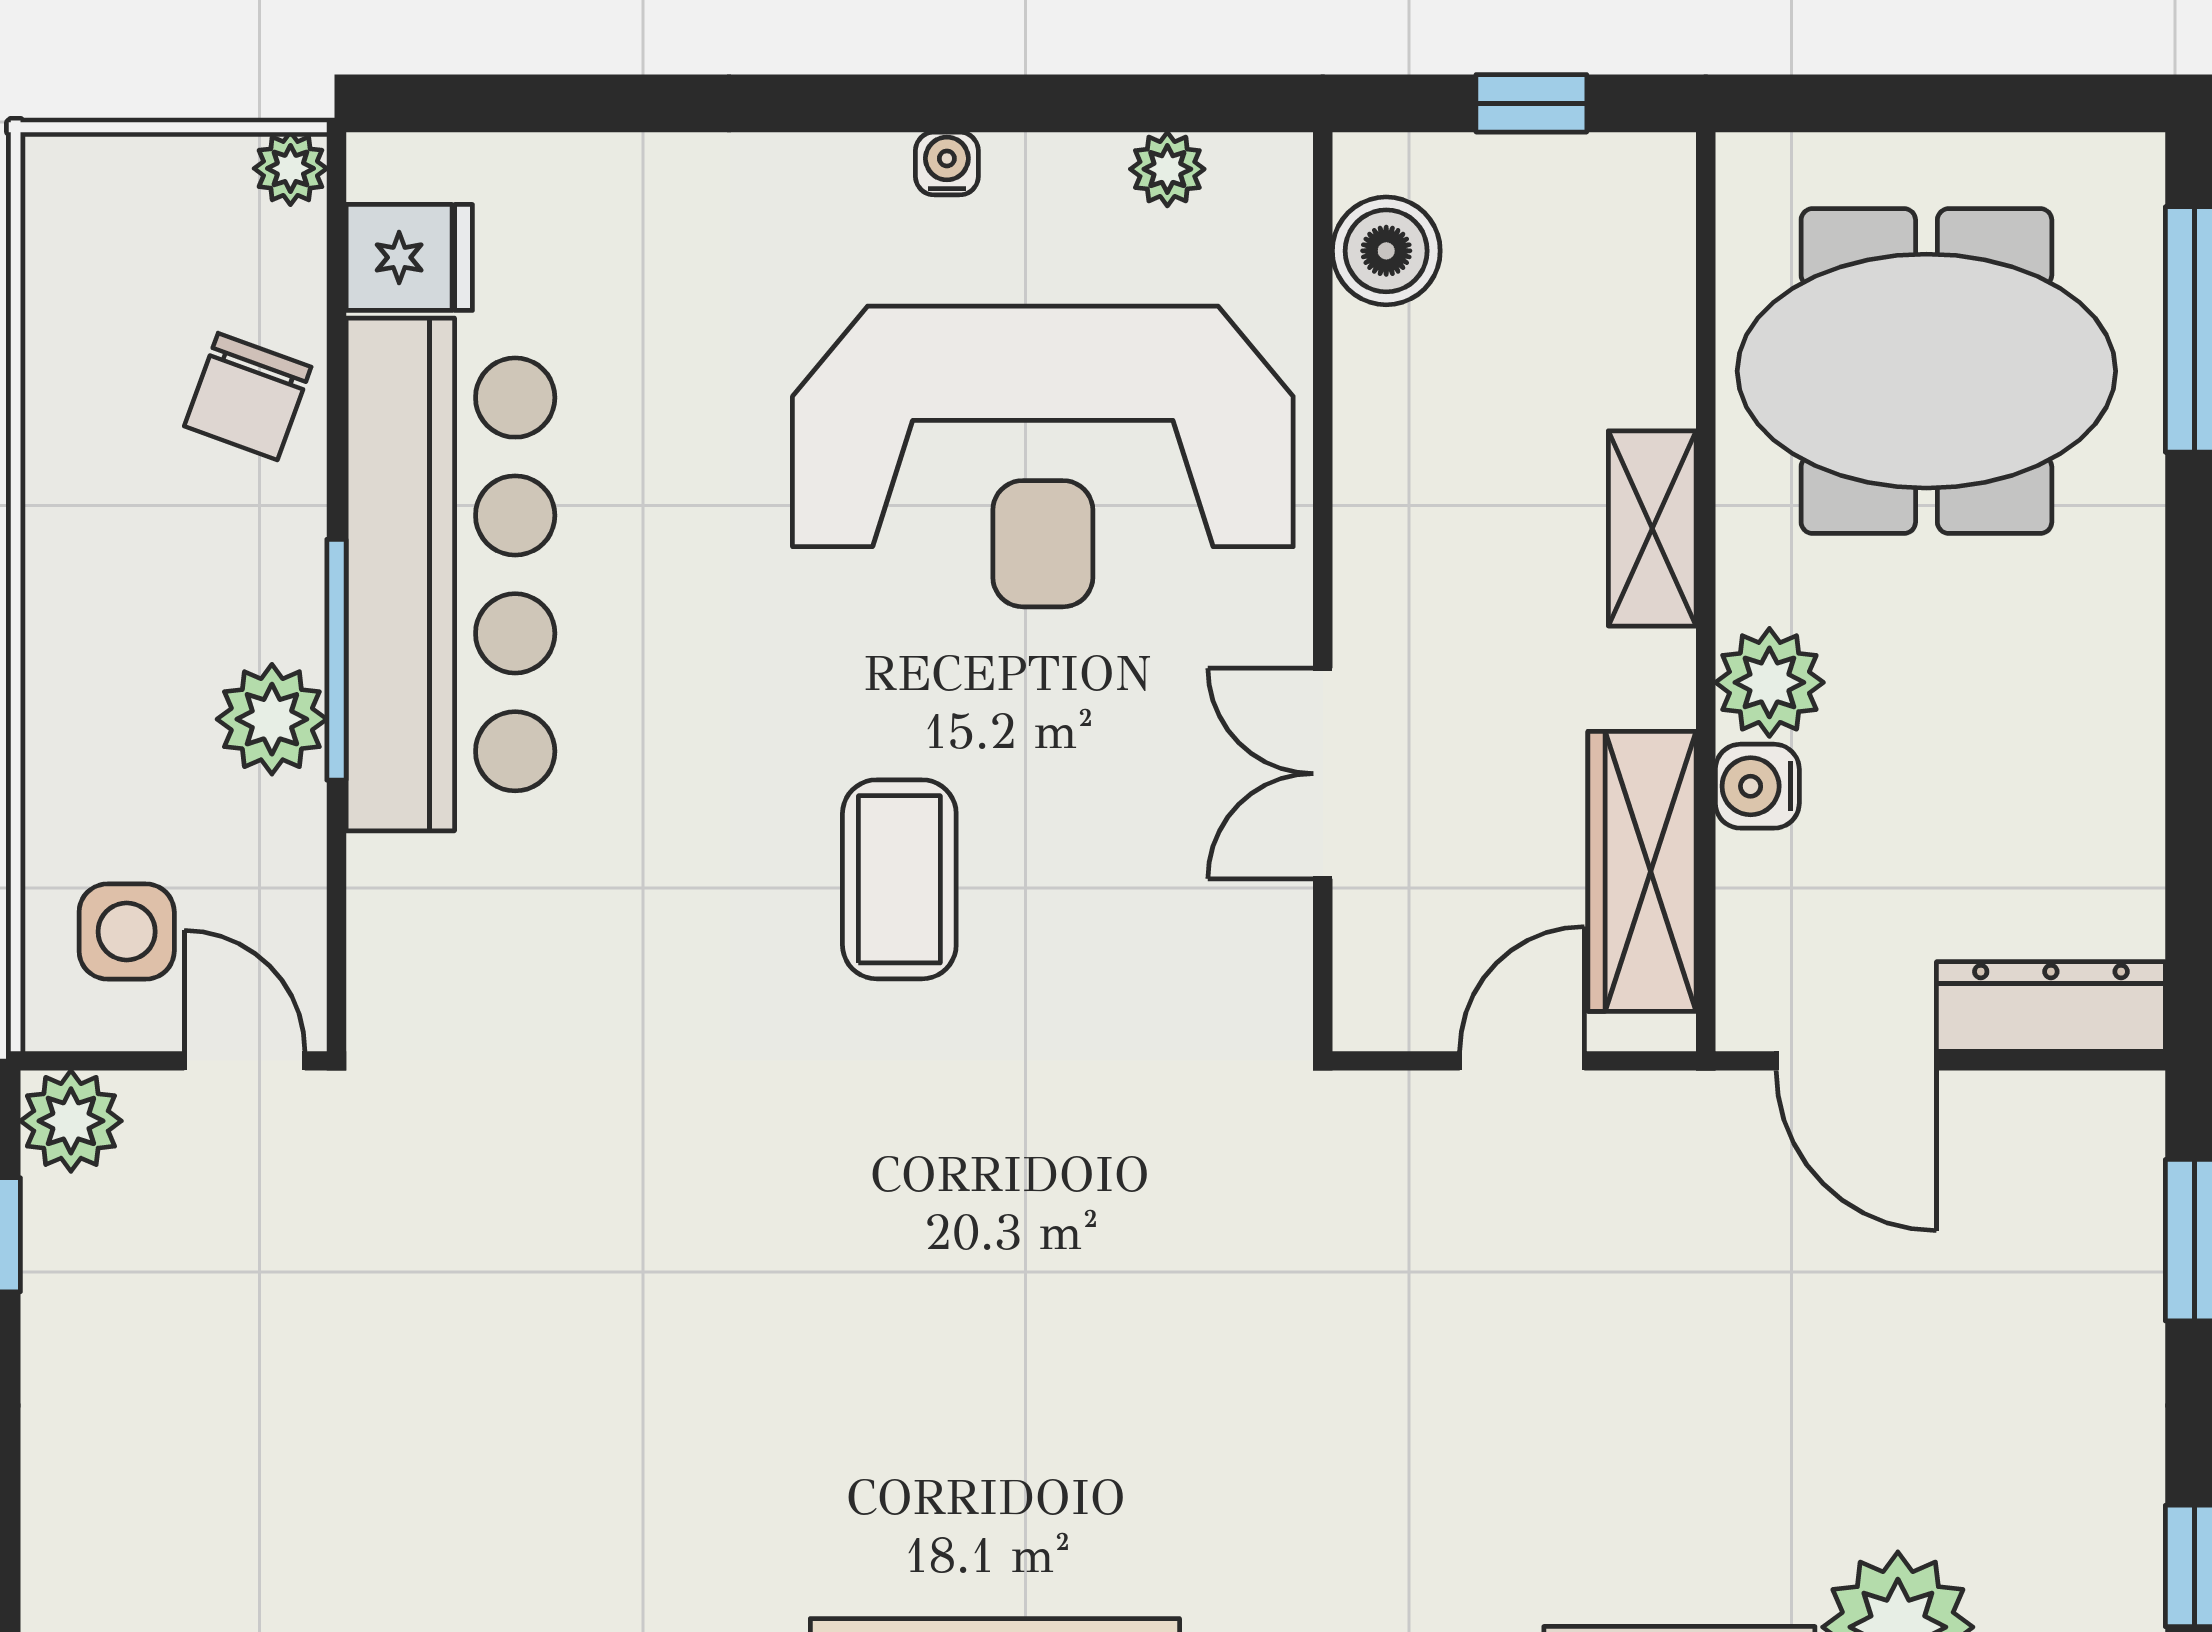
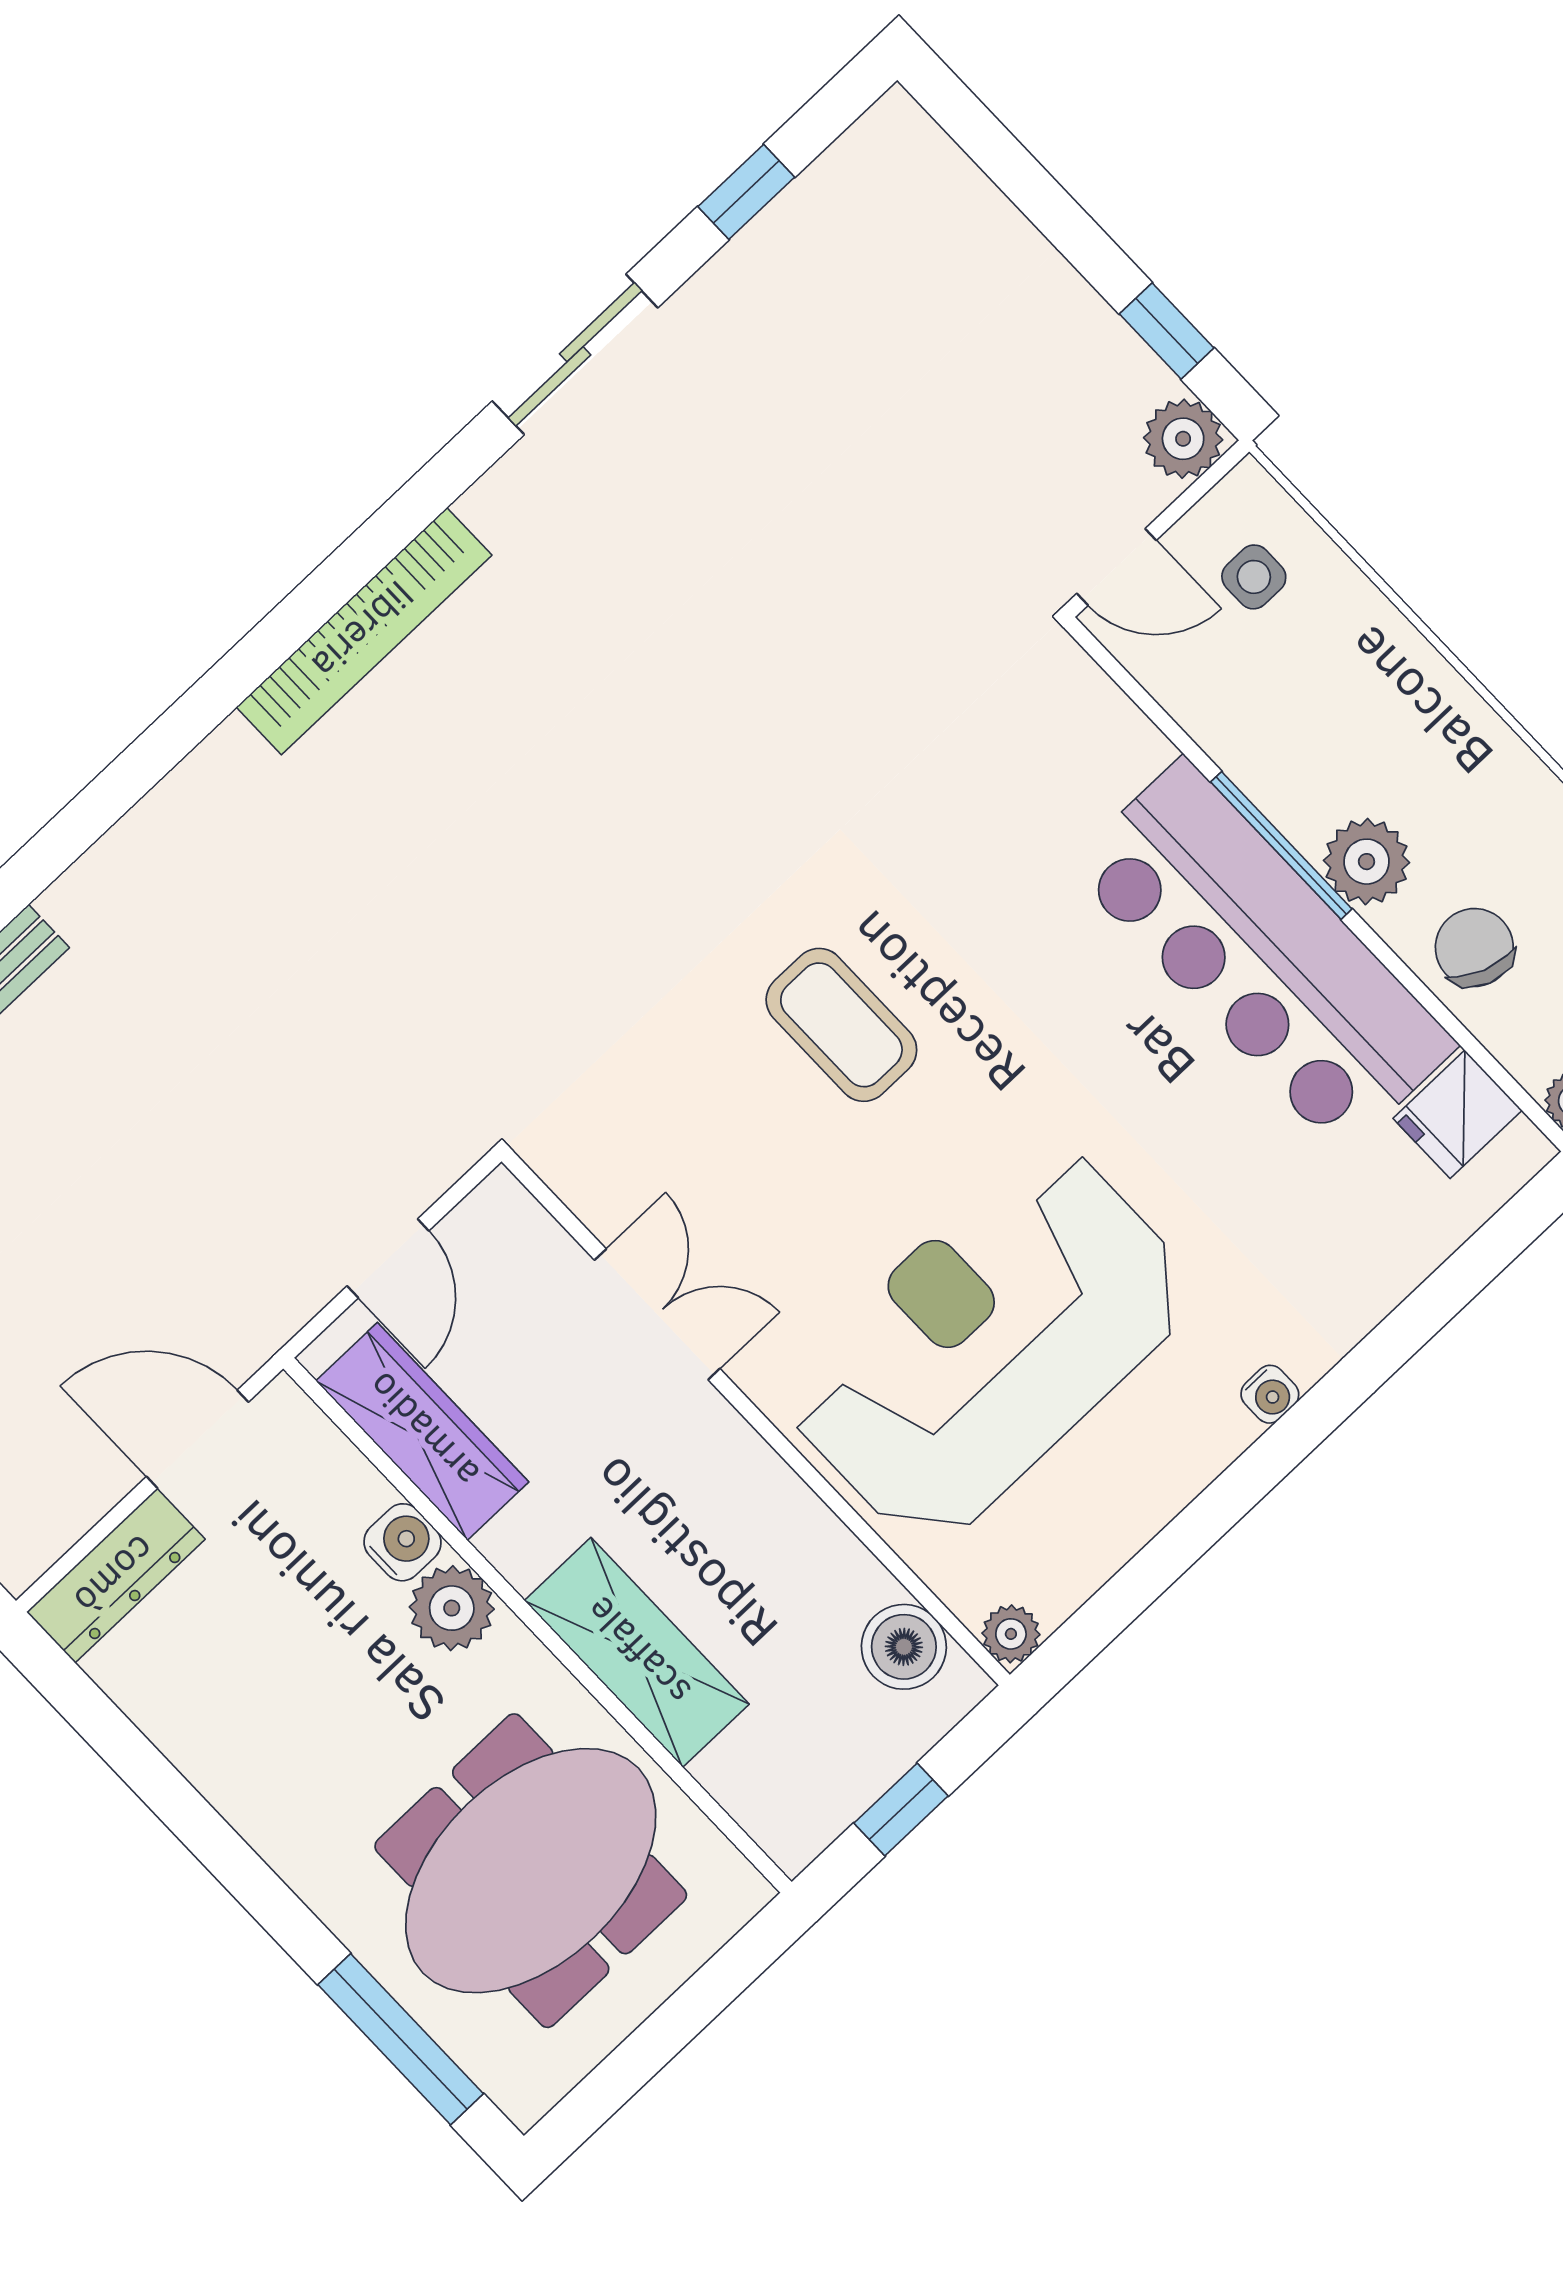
water cooler: (947, 163) -> (1270, 1394), moved
plant: (1167, 169) -> (1011, 1634), moved
shelving: (1652, 528) -> (637, 1652), width x1.50, depth x1.33
plant: (272, 719) -> (1367, 862), moved
side table: (127, 932) -> (1254, 577), width x0.73, depth x0.73

